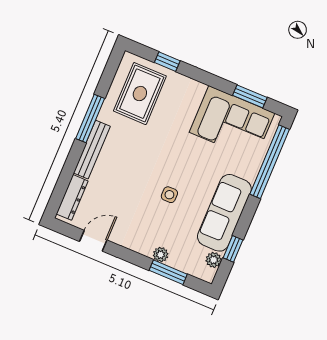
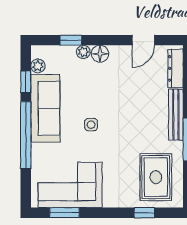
window: (270, 162) -> (26, 135), moved
side table: (169, 195) -> (91, 125), moved
floor lamp: (144, 245) -> (100, 54), added
window: (168, 272) -> (71, 40), width x0.67

